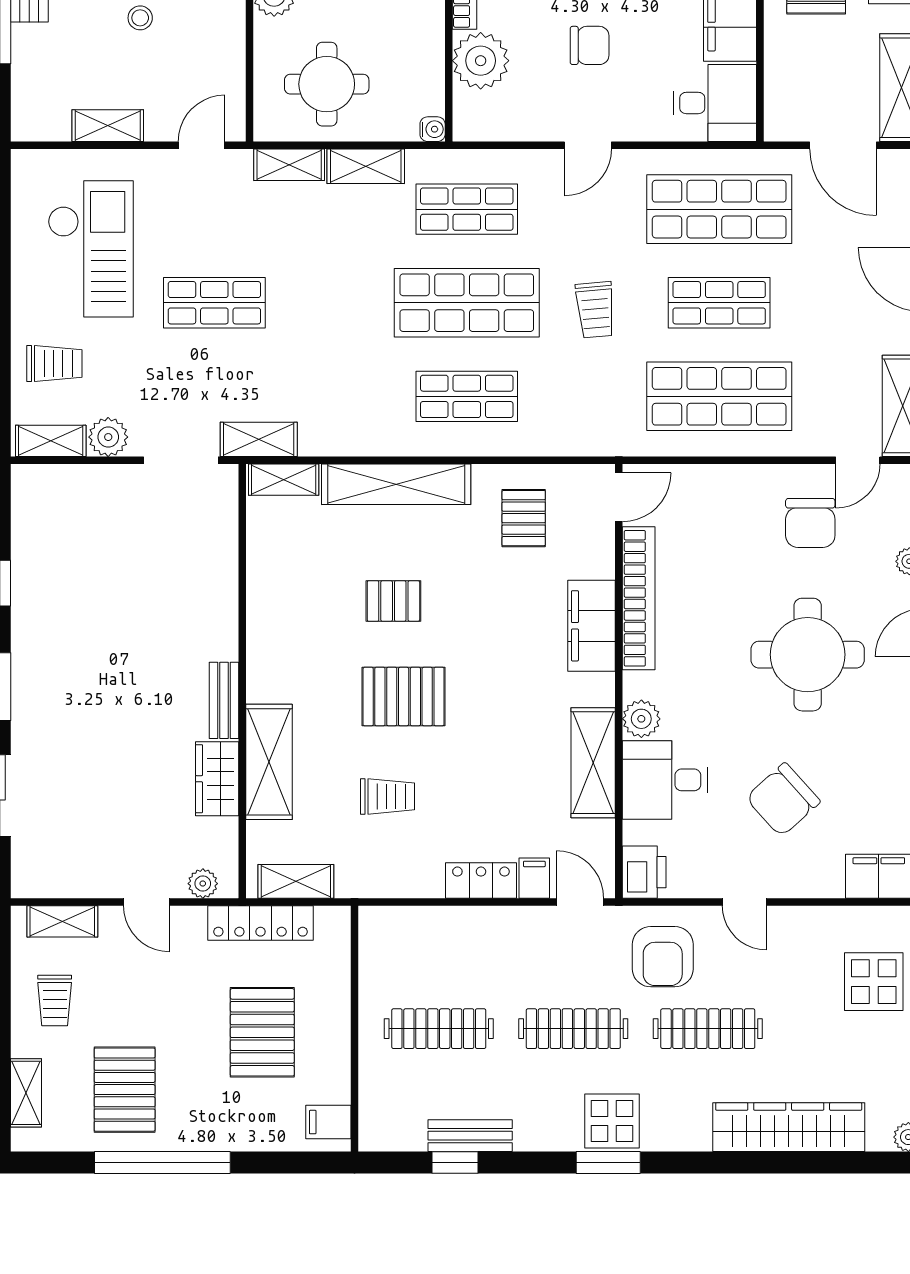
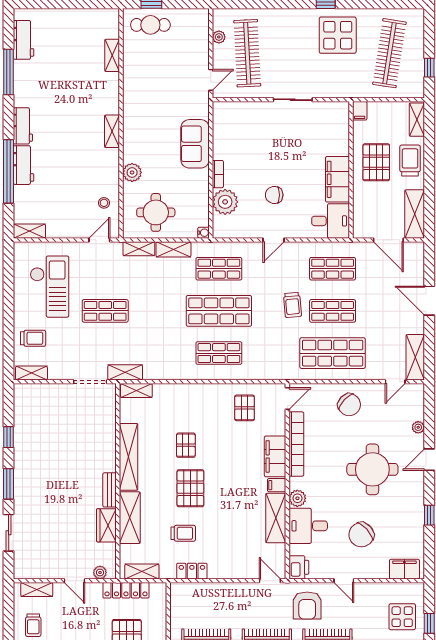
stool: (140, 18) -> (104, 203), moved
chair: (590, 45) -> (274, 195), turned 180
shelving: (108, 126) -> (29, 231), moved
shop shelf: (719, 209) -> (333, 269), width x0.70, depth x0.74
trolley: (595, 310) -> (292, 305), moved
plant: (108, 437) -> (57, 371), removed
shelving: (396, 484) -> (129, 457), moved, turned 90
chair: (810, 523) -> (349, 405), moved, turned -46
pallet: (393, 601) -> (186, 445), turned 90
pallet: (404, 697) -> (190, 488), turned 90
filing cabinet: (534, 878) -> (277, 485), moved, turned -90
locker: (481, 880) -> (192, 571), moved

